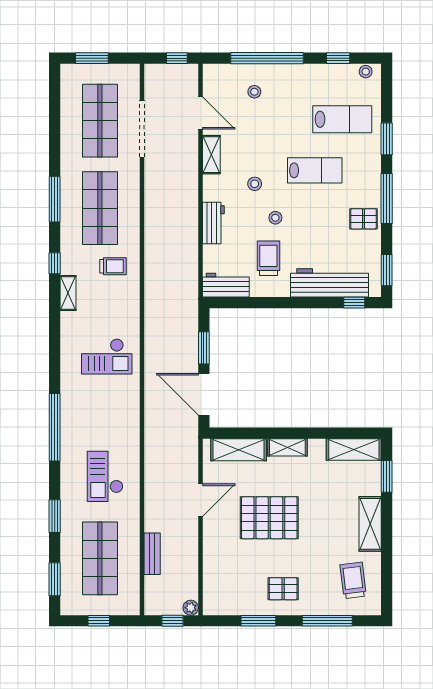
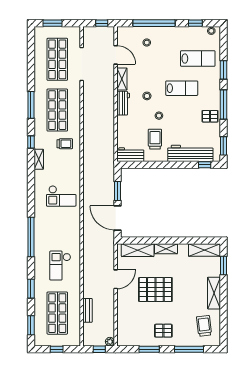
workbench: (213, 223) -> (123, 103), moved

